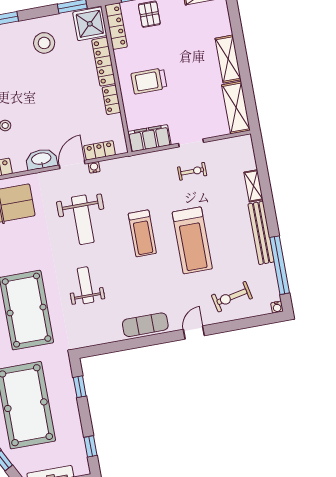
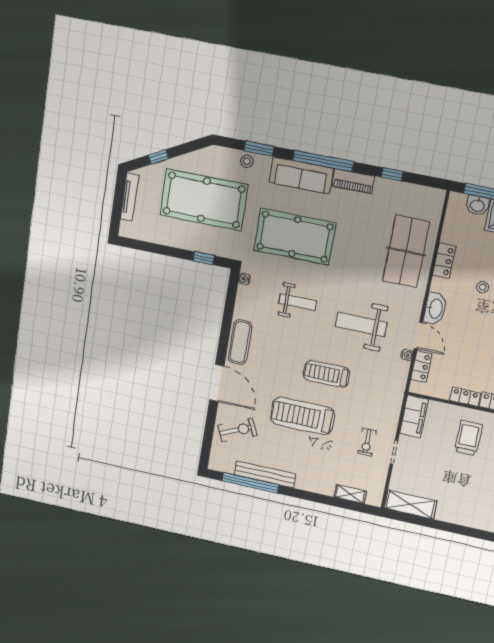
shelving: (228, 59) -> (459, 516), removed
shelving: (253, 186) -> (350, 494), moved
bench: (261, 233) -> (265, 474), moved
exercise bike: (232, 297) -> (237, 430), turned 78
water cooler: (277, 307) -> (244, 279), moved
door: (194, 332) -> (217, 383), width x1.88
window: (91, 446) -> (144, 246), removed

